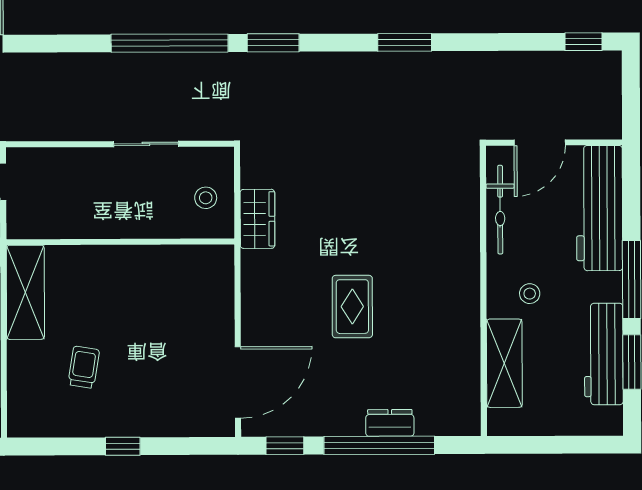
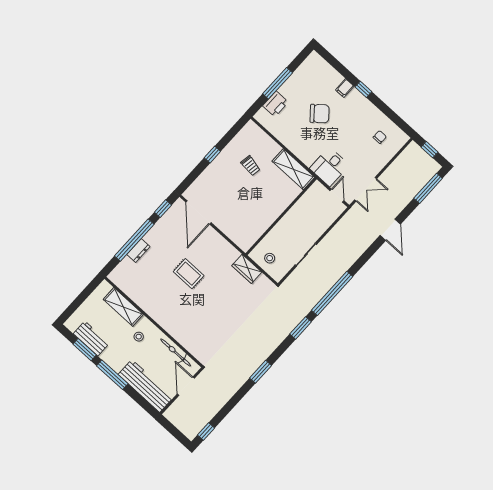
workbench: (604, 354) -> (91, 339), width x0.73

